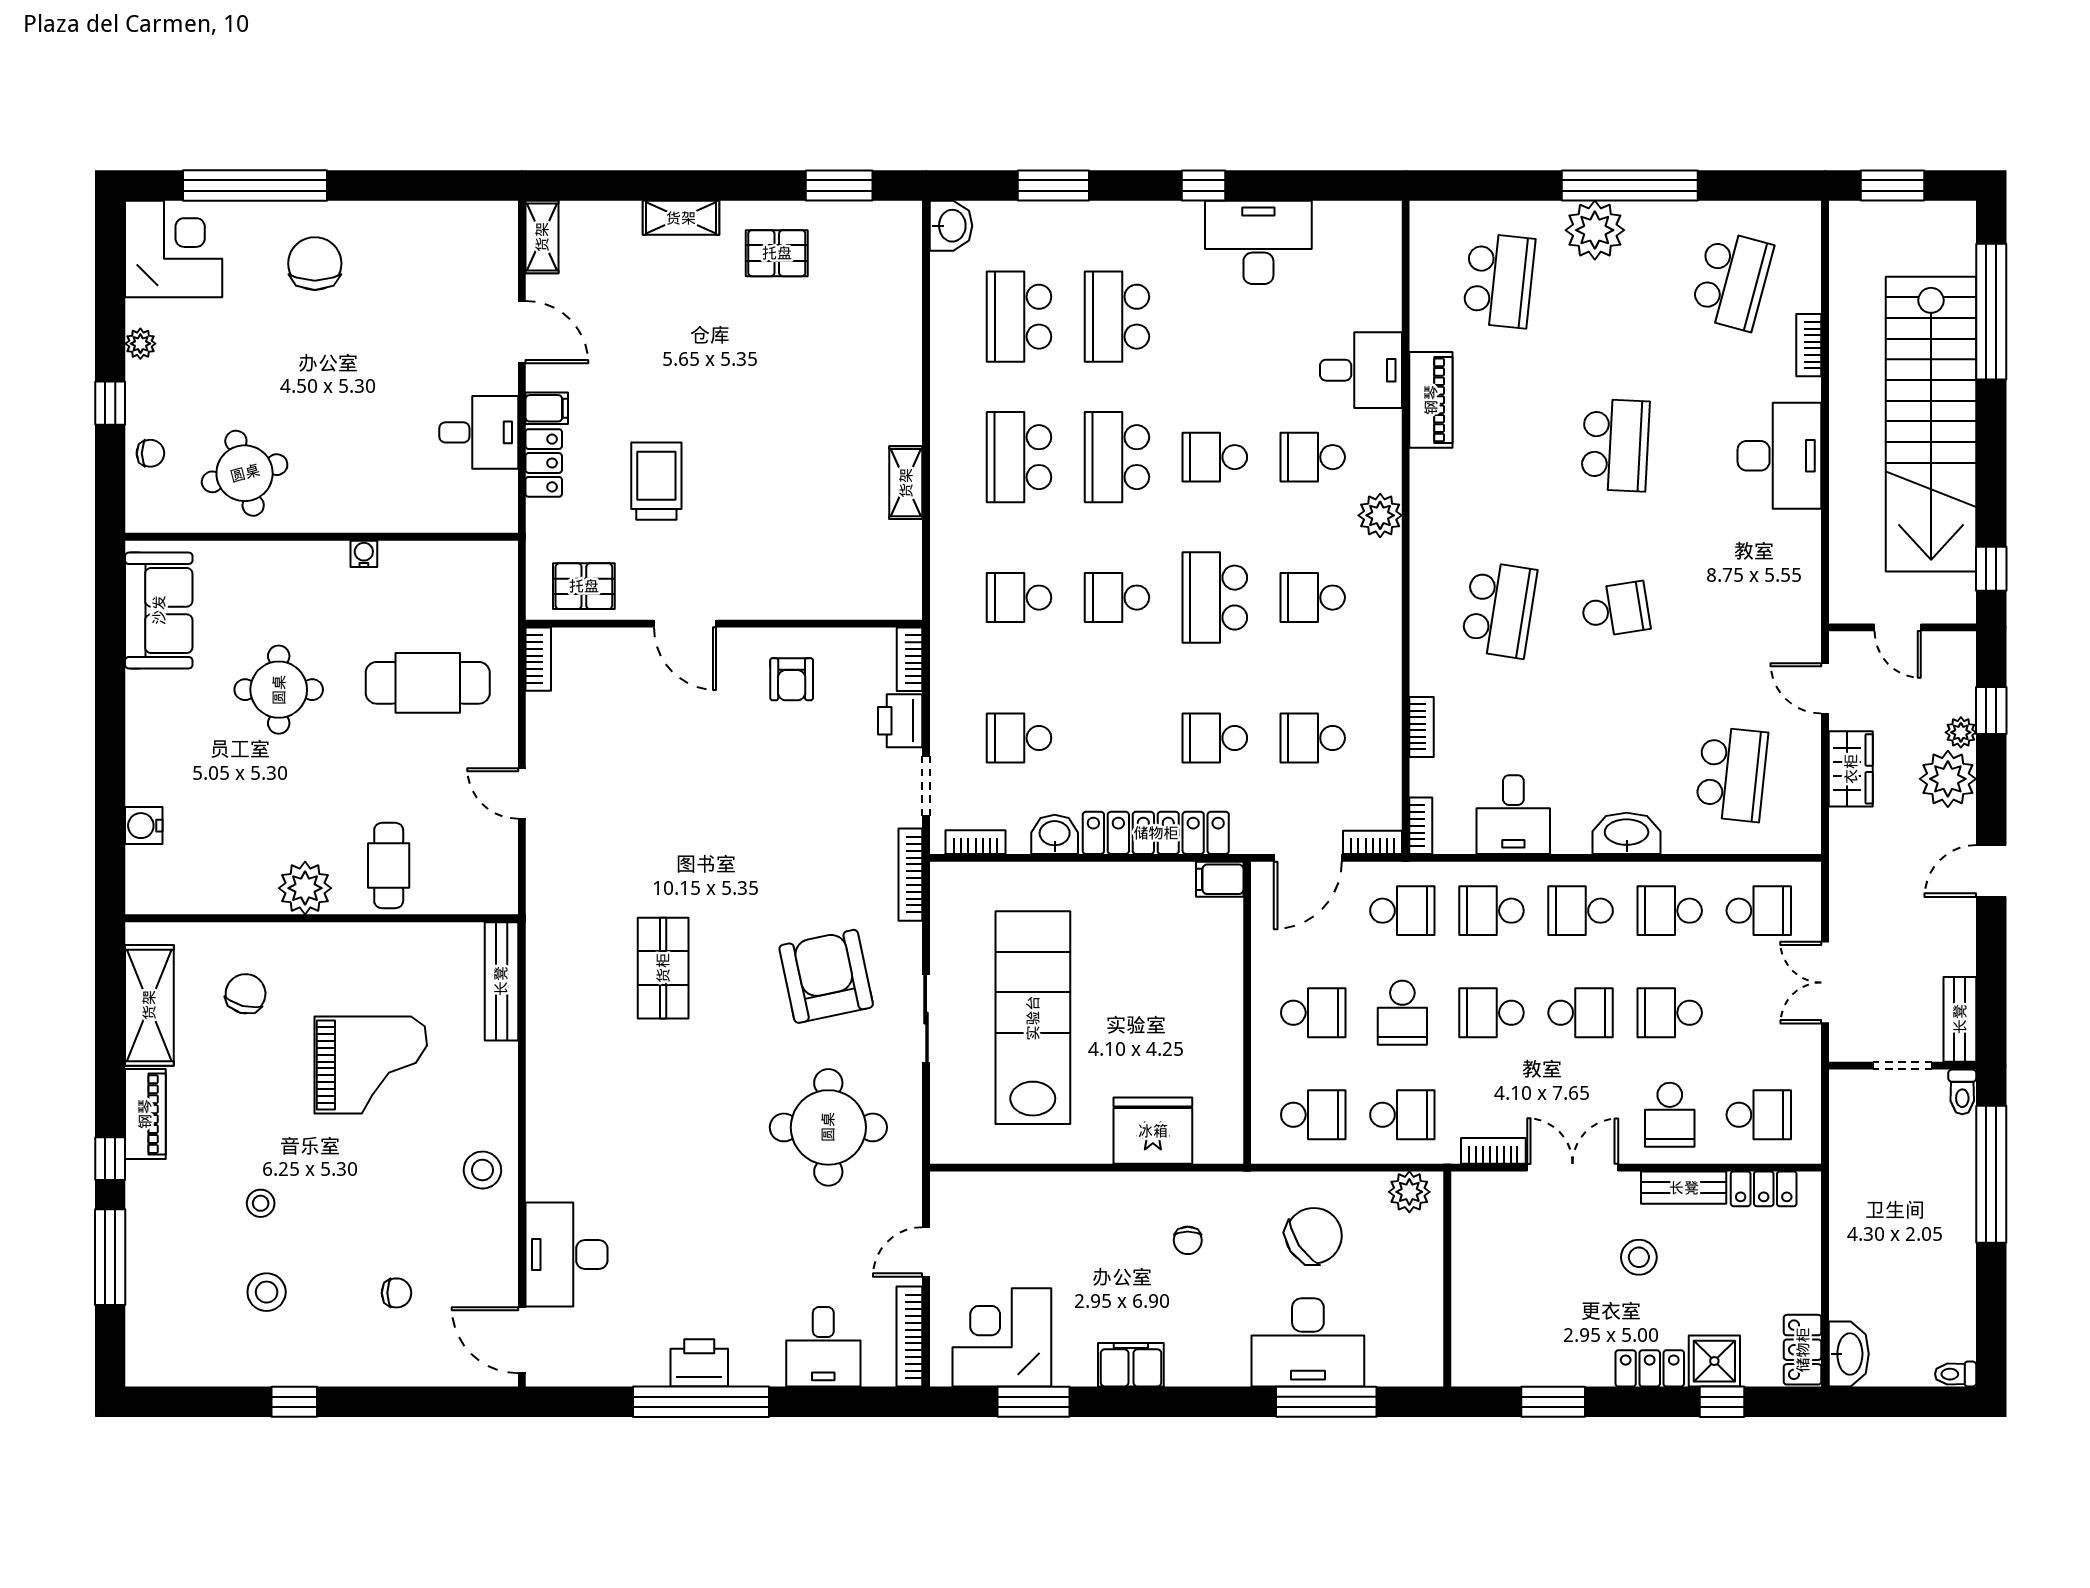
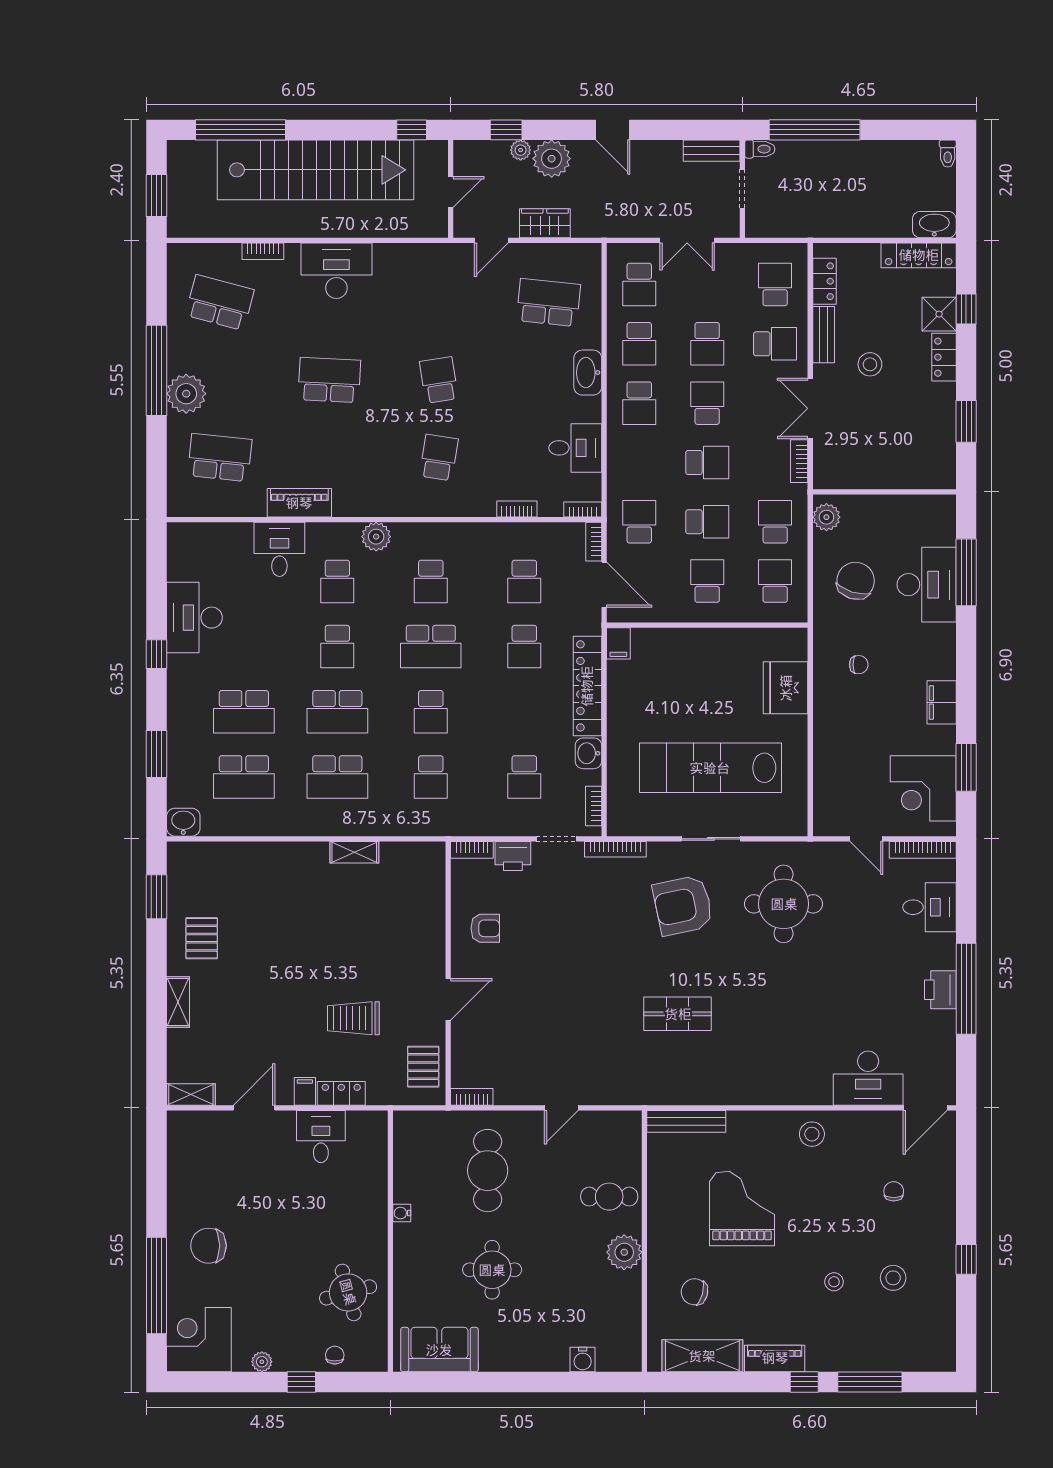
school desk: (1499, 610) -> (439, 457), width x0.54
school desk: (1491, 911) -> (639, 462), removed
school desk: (1759, 911) -> (639, 284), turned 180
school desk: (1491, 1013) -> (707, 462), turned -90
chair: (1314, 1236) -> (856, 581), turned 51
locker: (1803, 1350) -> (919, 255), width x1.53

